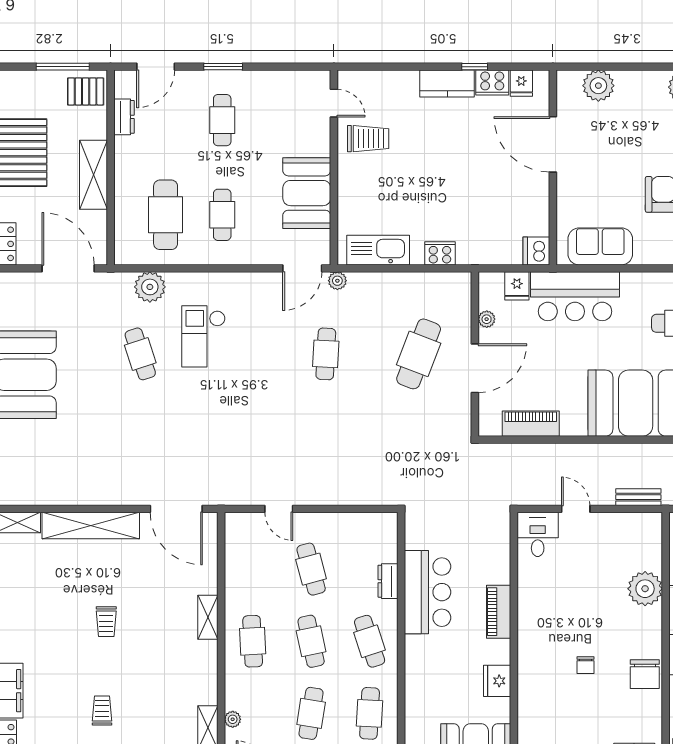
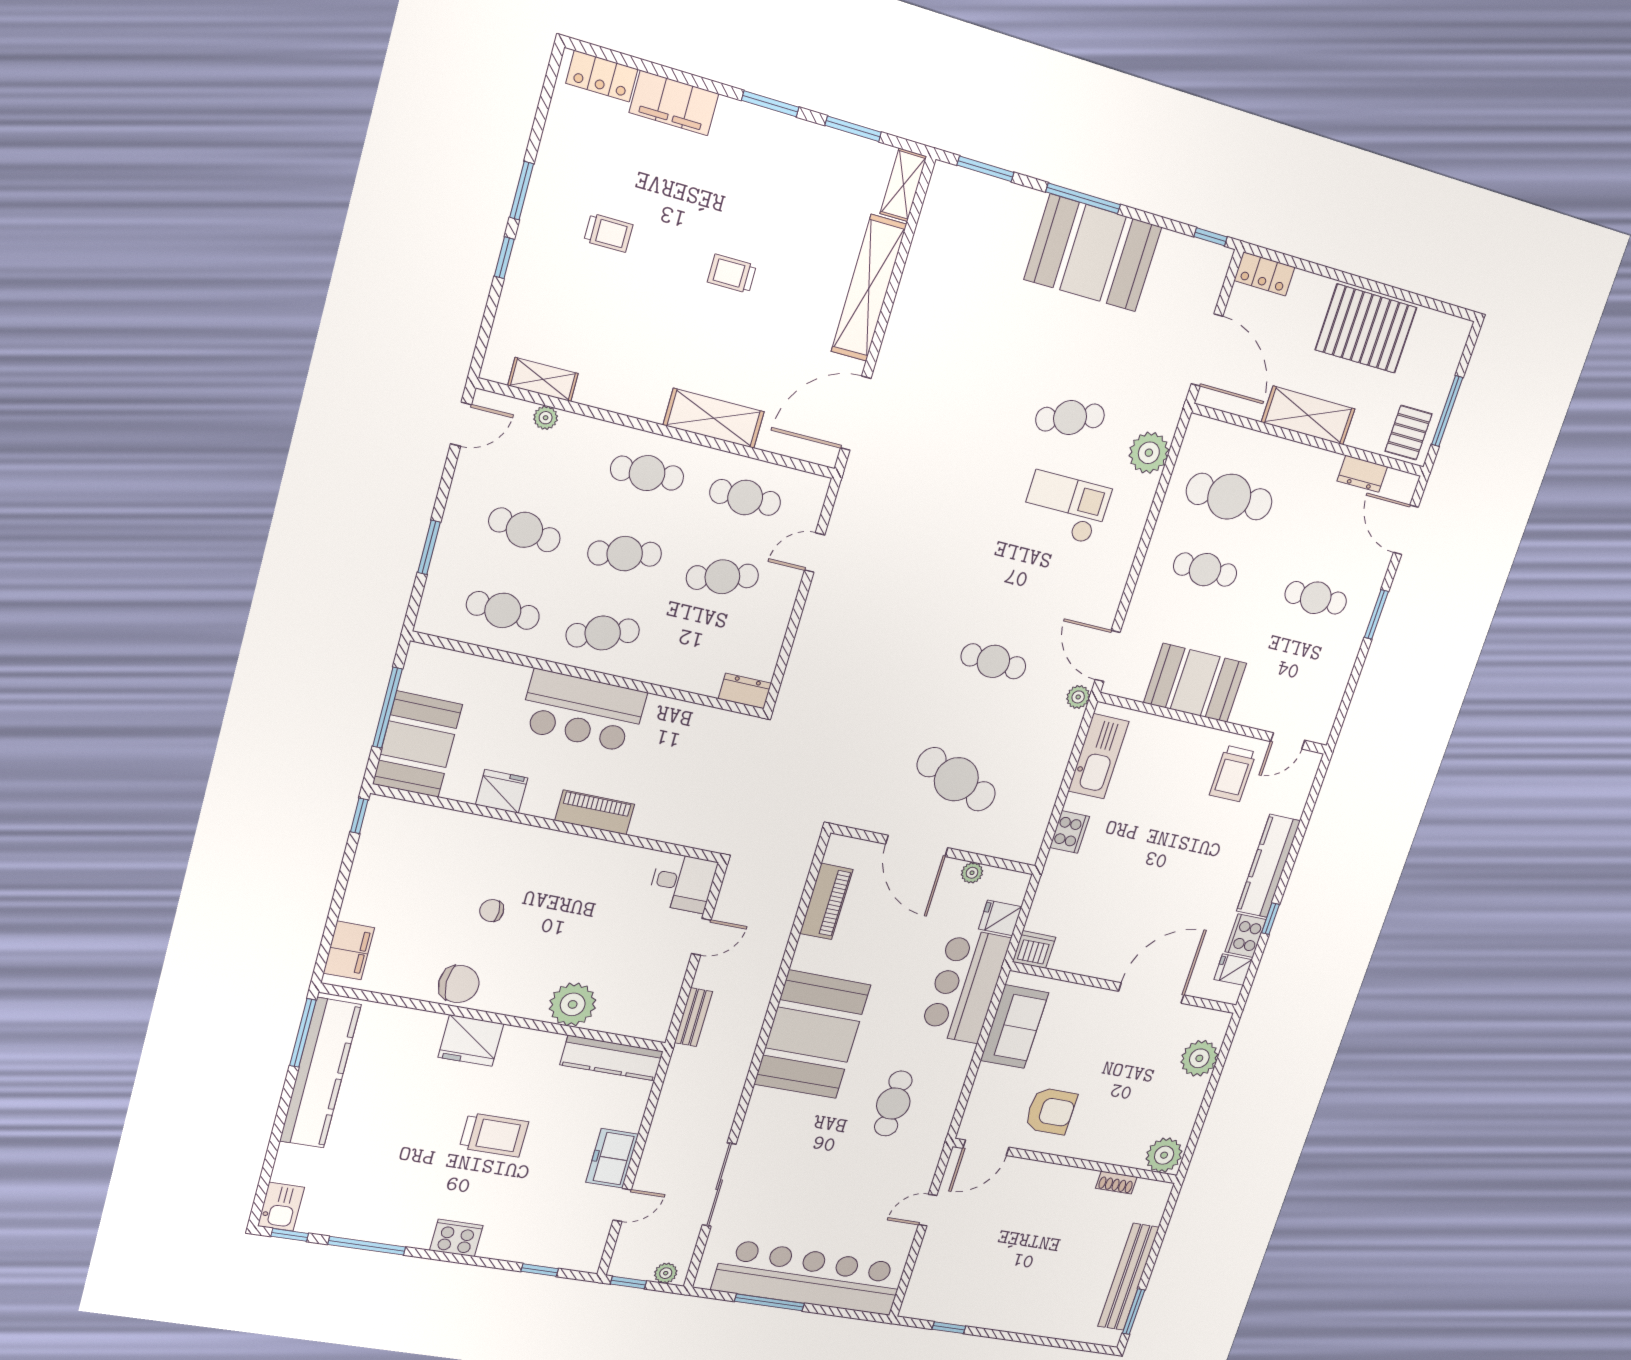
kitchen counter: (447, 83) -> (1268, 866), width x1.50
door: (68, 268) -> (1207, 350), hinge flipped
cafe table: (253, 569) -> (745, 497), added
dresser: (388, 581) -> (745, 691), moved
bar counter: (427, 592) -> (583, 711), moved
shelving: (208, 617) -> (714, 418), width x1.50, depth x1.33
chair: (645, 674) -> (459, 984), turned 180

